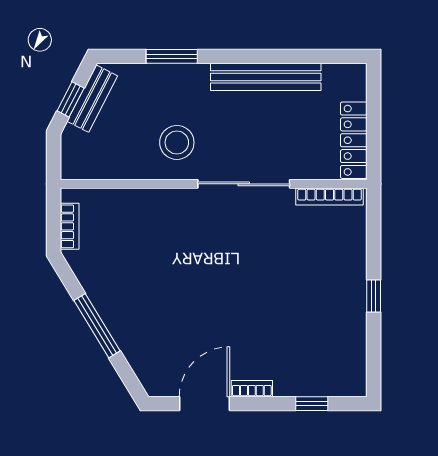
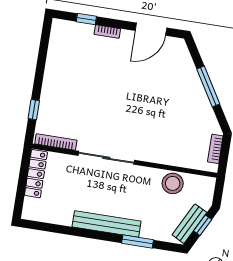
bench: (266, 77) -> (107, 224), moved
stool: (177, 142) -> (173, 183), moved
window: (374, 296) -> (34, 110), moved
bookcase: (252, 389) -> (107, 32), moved

